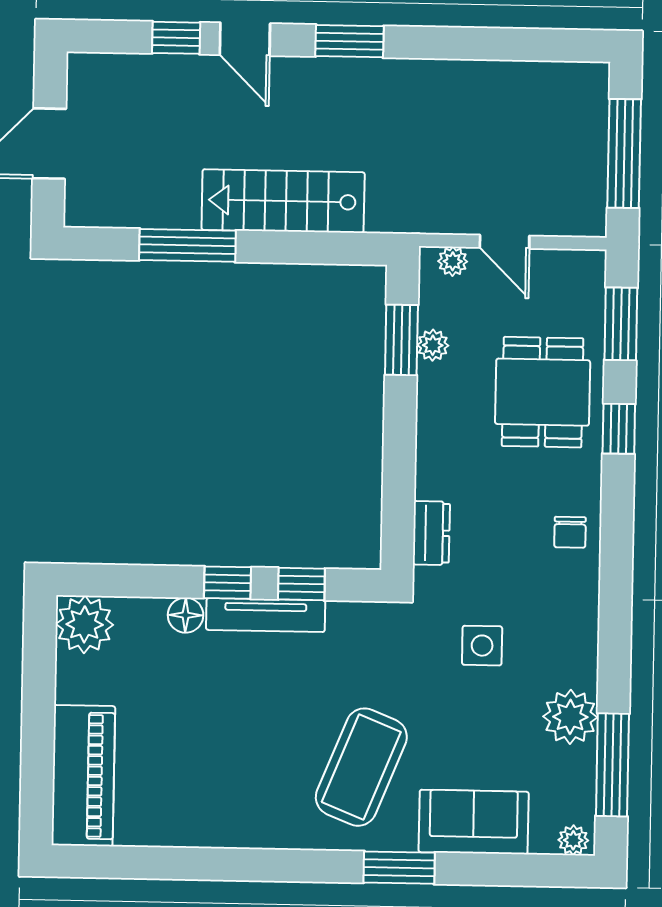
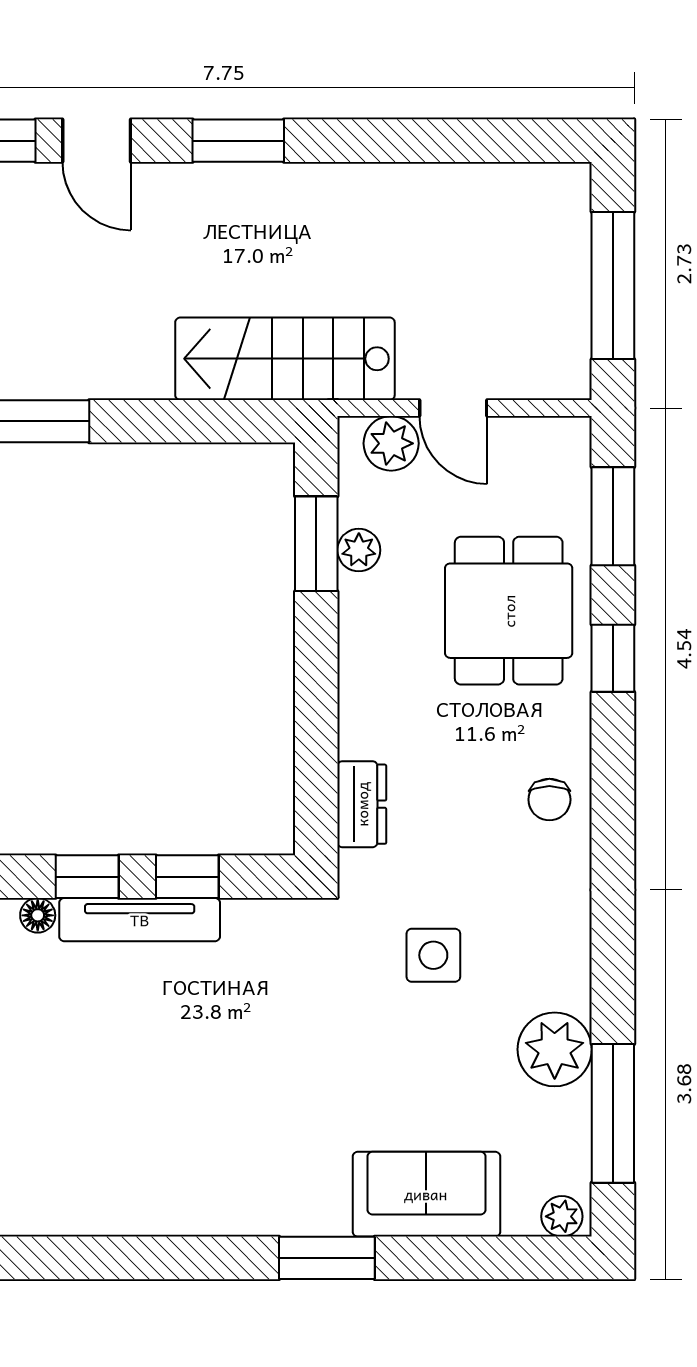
stairs: (283, 201) -> (285, 359), moved
plant: (453, 261) -> (391, 443), width x1.38, depth x1.38
floor lamp: (186, 615) -> (38, 915), width x0.73, depth x0.73
coffee table: (361, 767) -> (273, 1123), removed

